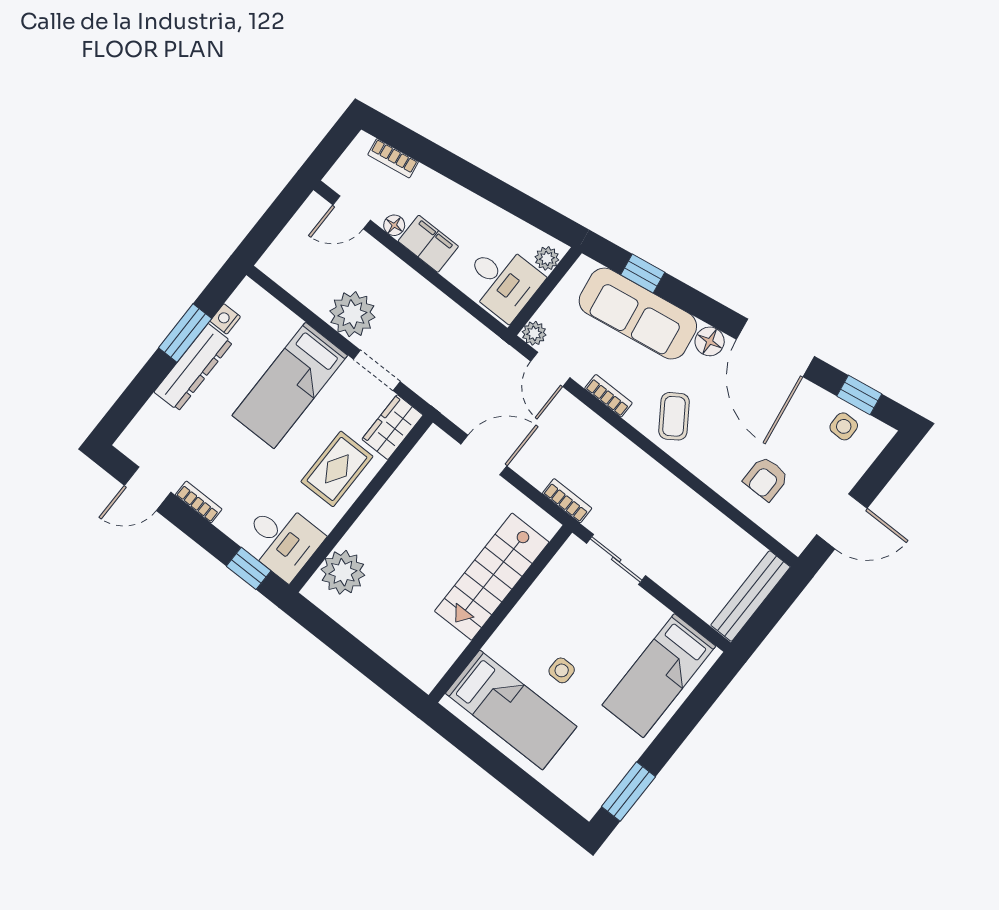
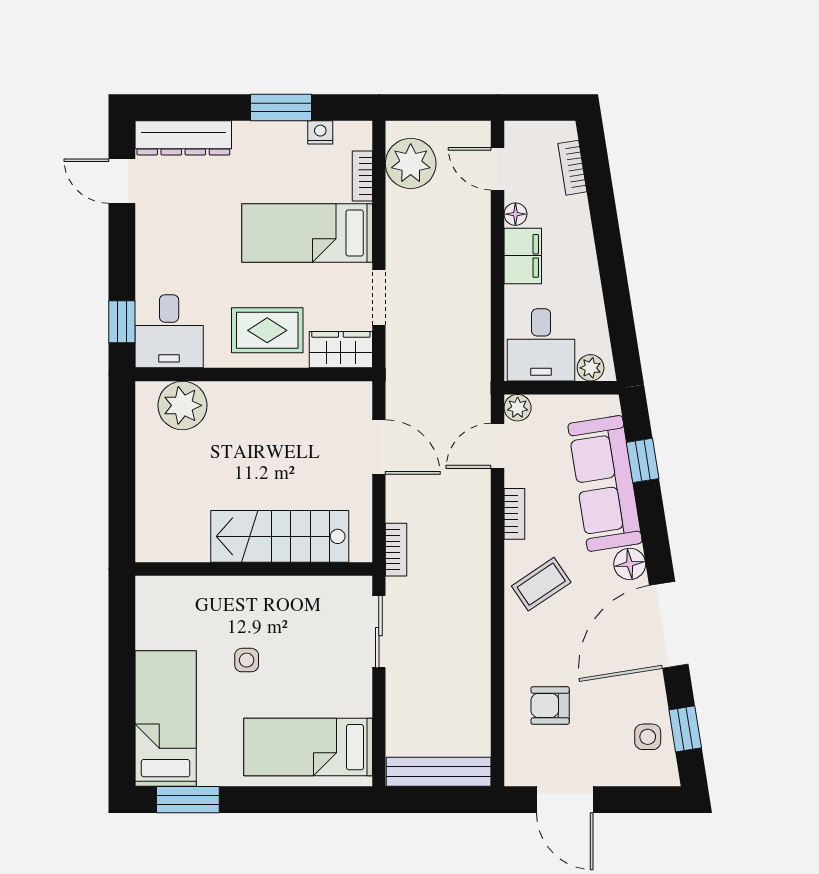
plant: (352, 314) -> (411, 163), moved
dresser: (193, 367) -> (183, 138), moved
bookcase: (199, 502) -> (362, 176), moved, turned 180
bed: (511, 710) -> (166, 719), moved, turned 180

